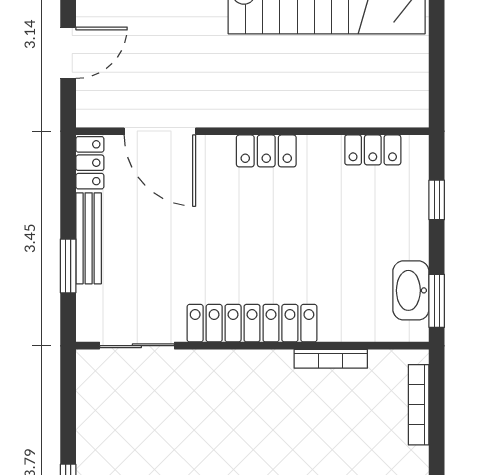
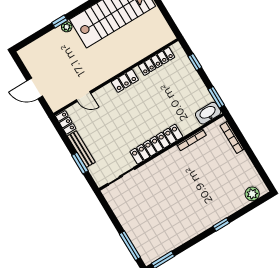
door: (68, 53) -> (35, 89), swing flipped
door: (160, 131) -> (84, 97), width x0.53
locker: (373, 150) -> (156, 61), width x1.53
washbasin: (411, 290) -> (208, 113), moved, turned 90

